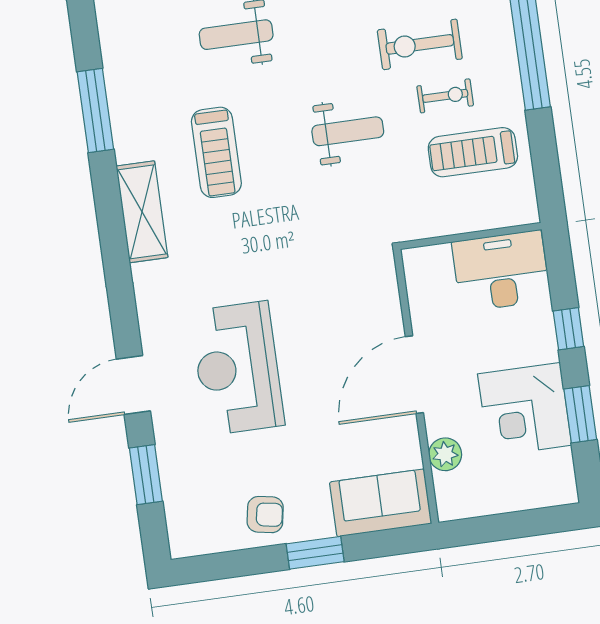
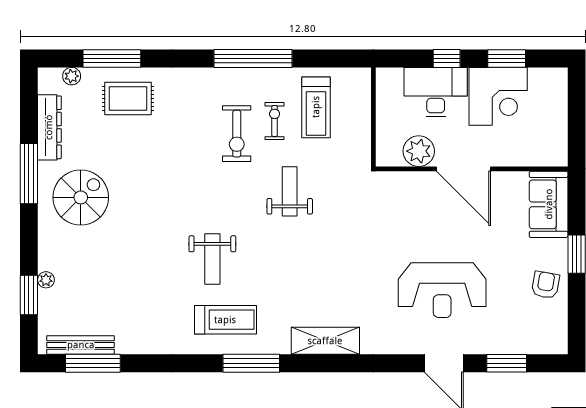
treadmill: (216, 152) -> (225, 320), moved
desk: (501, 271) -> (436, 92), moved, turned 90
plant: (445, 454) -> (419, 151), moved, width x1.36, depth x1.36

